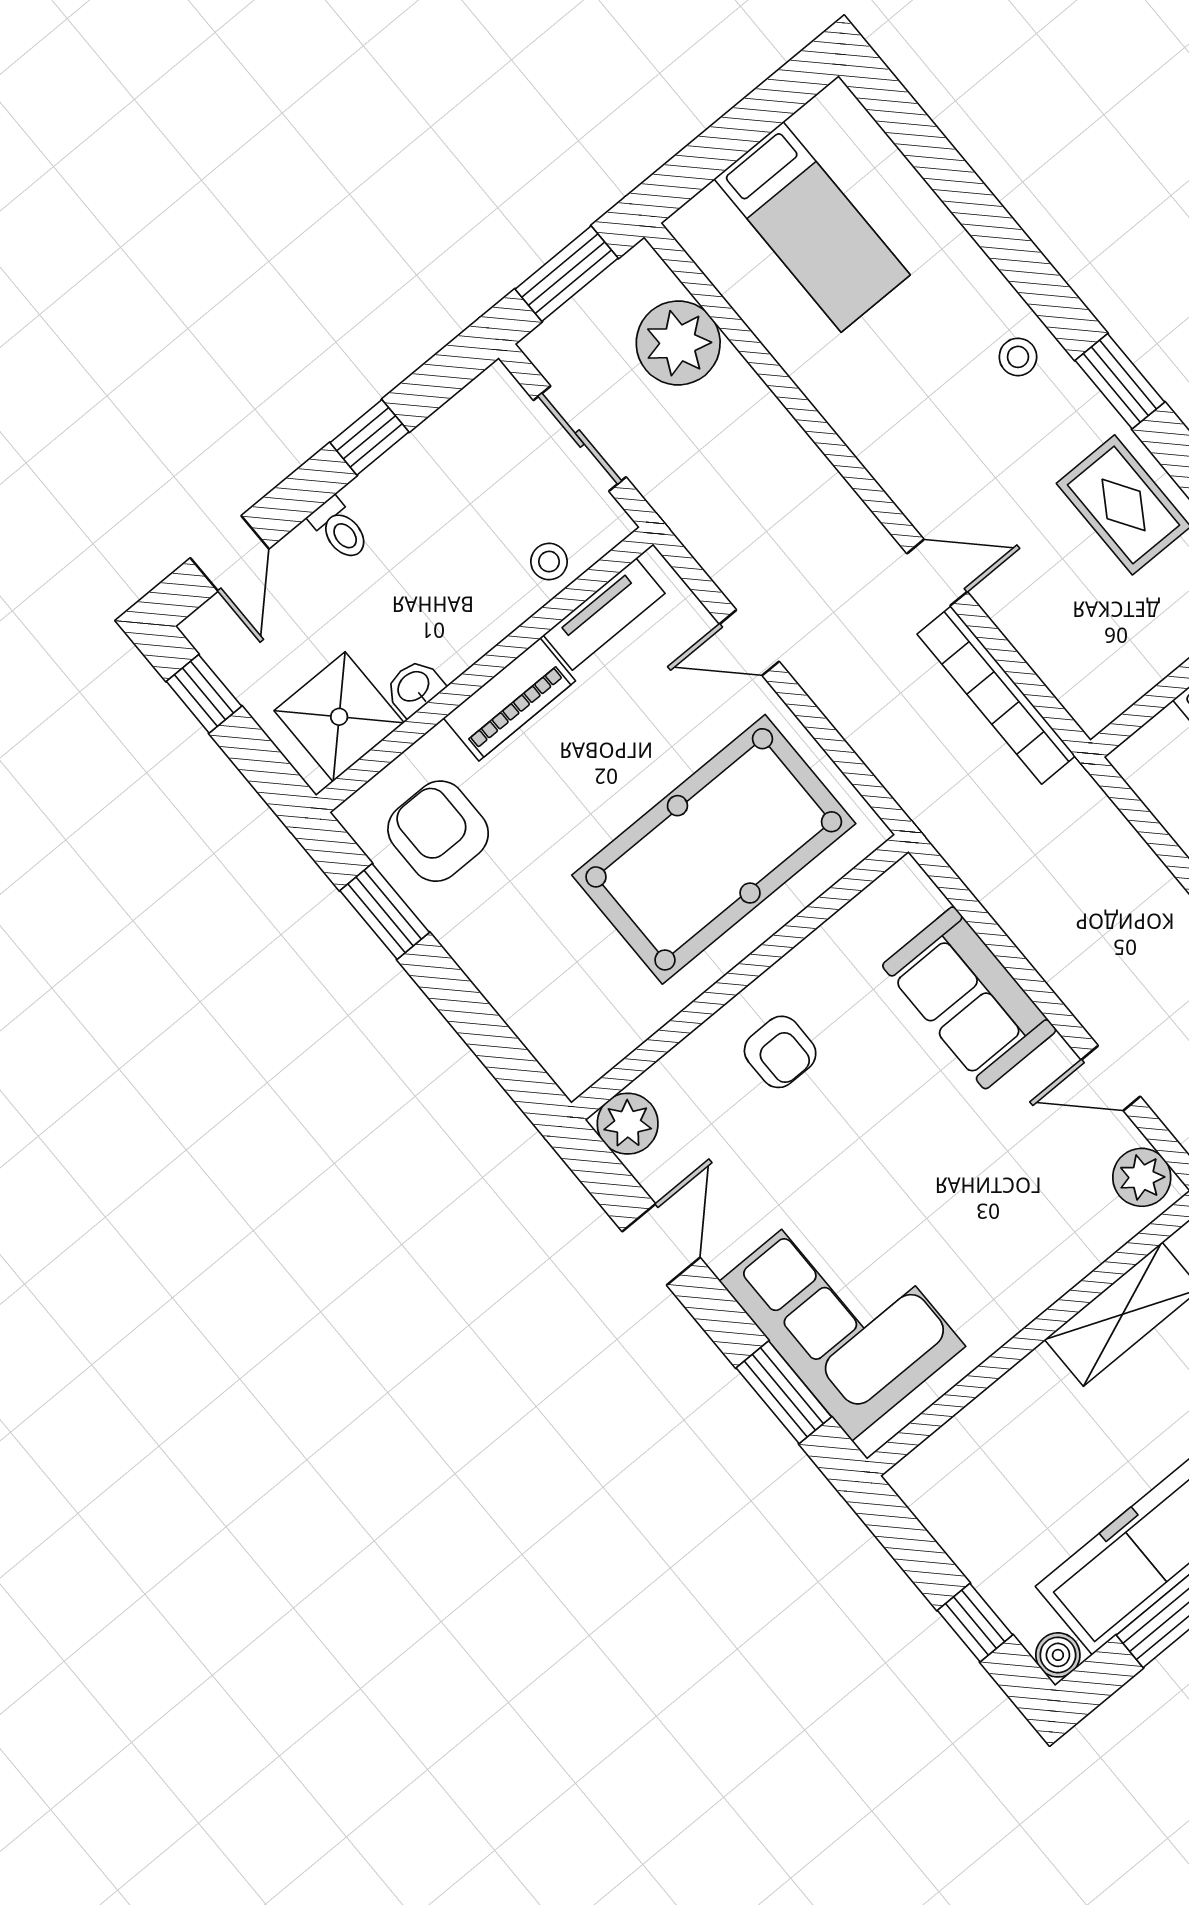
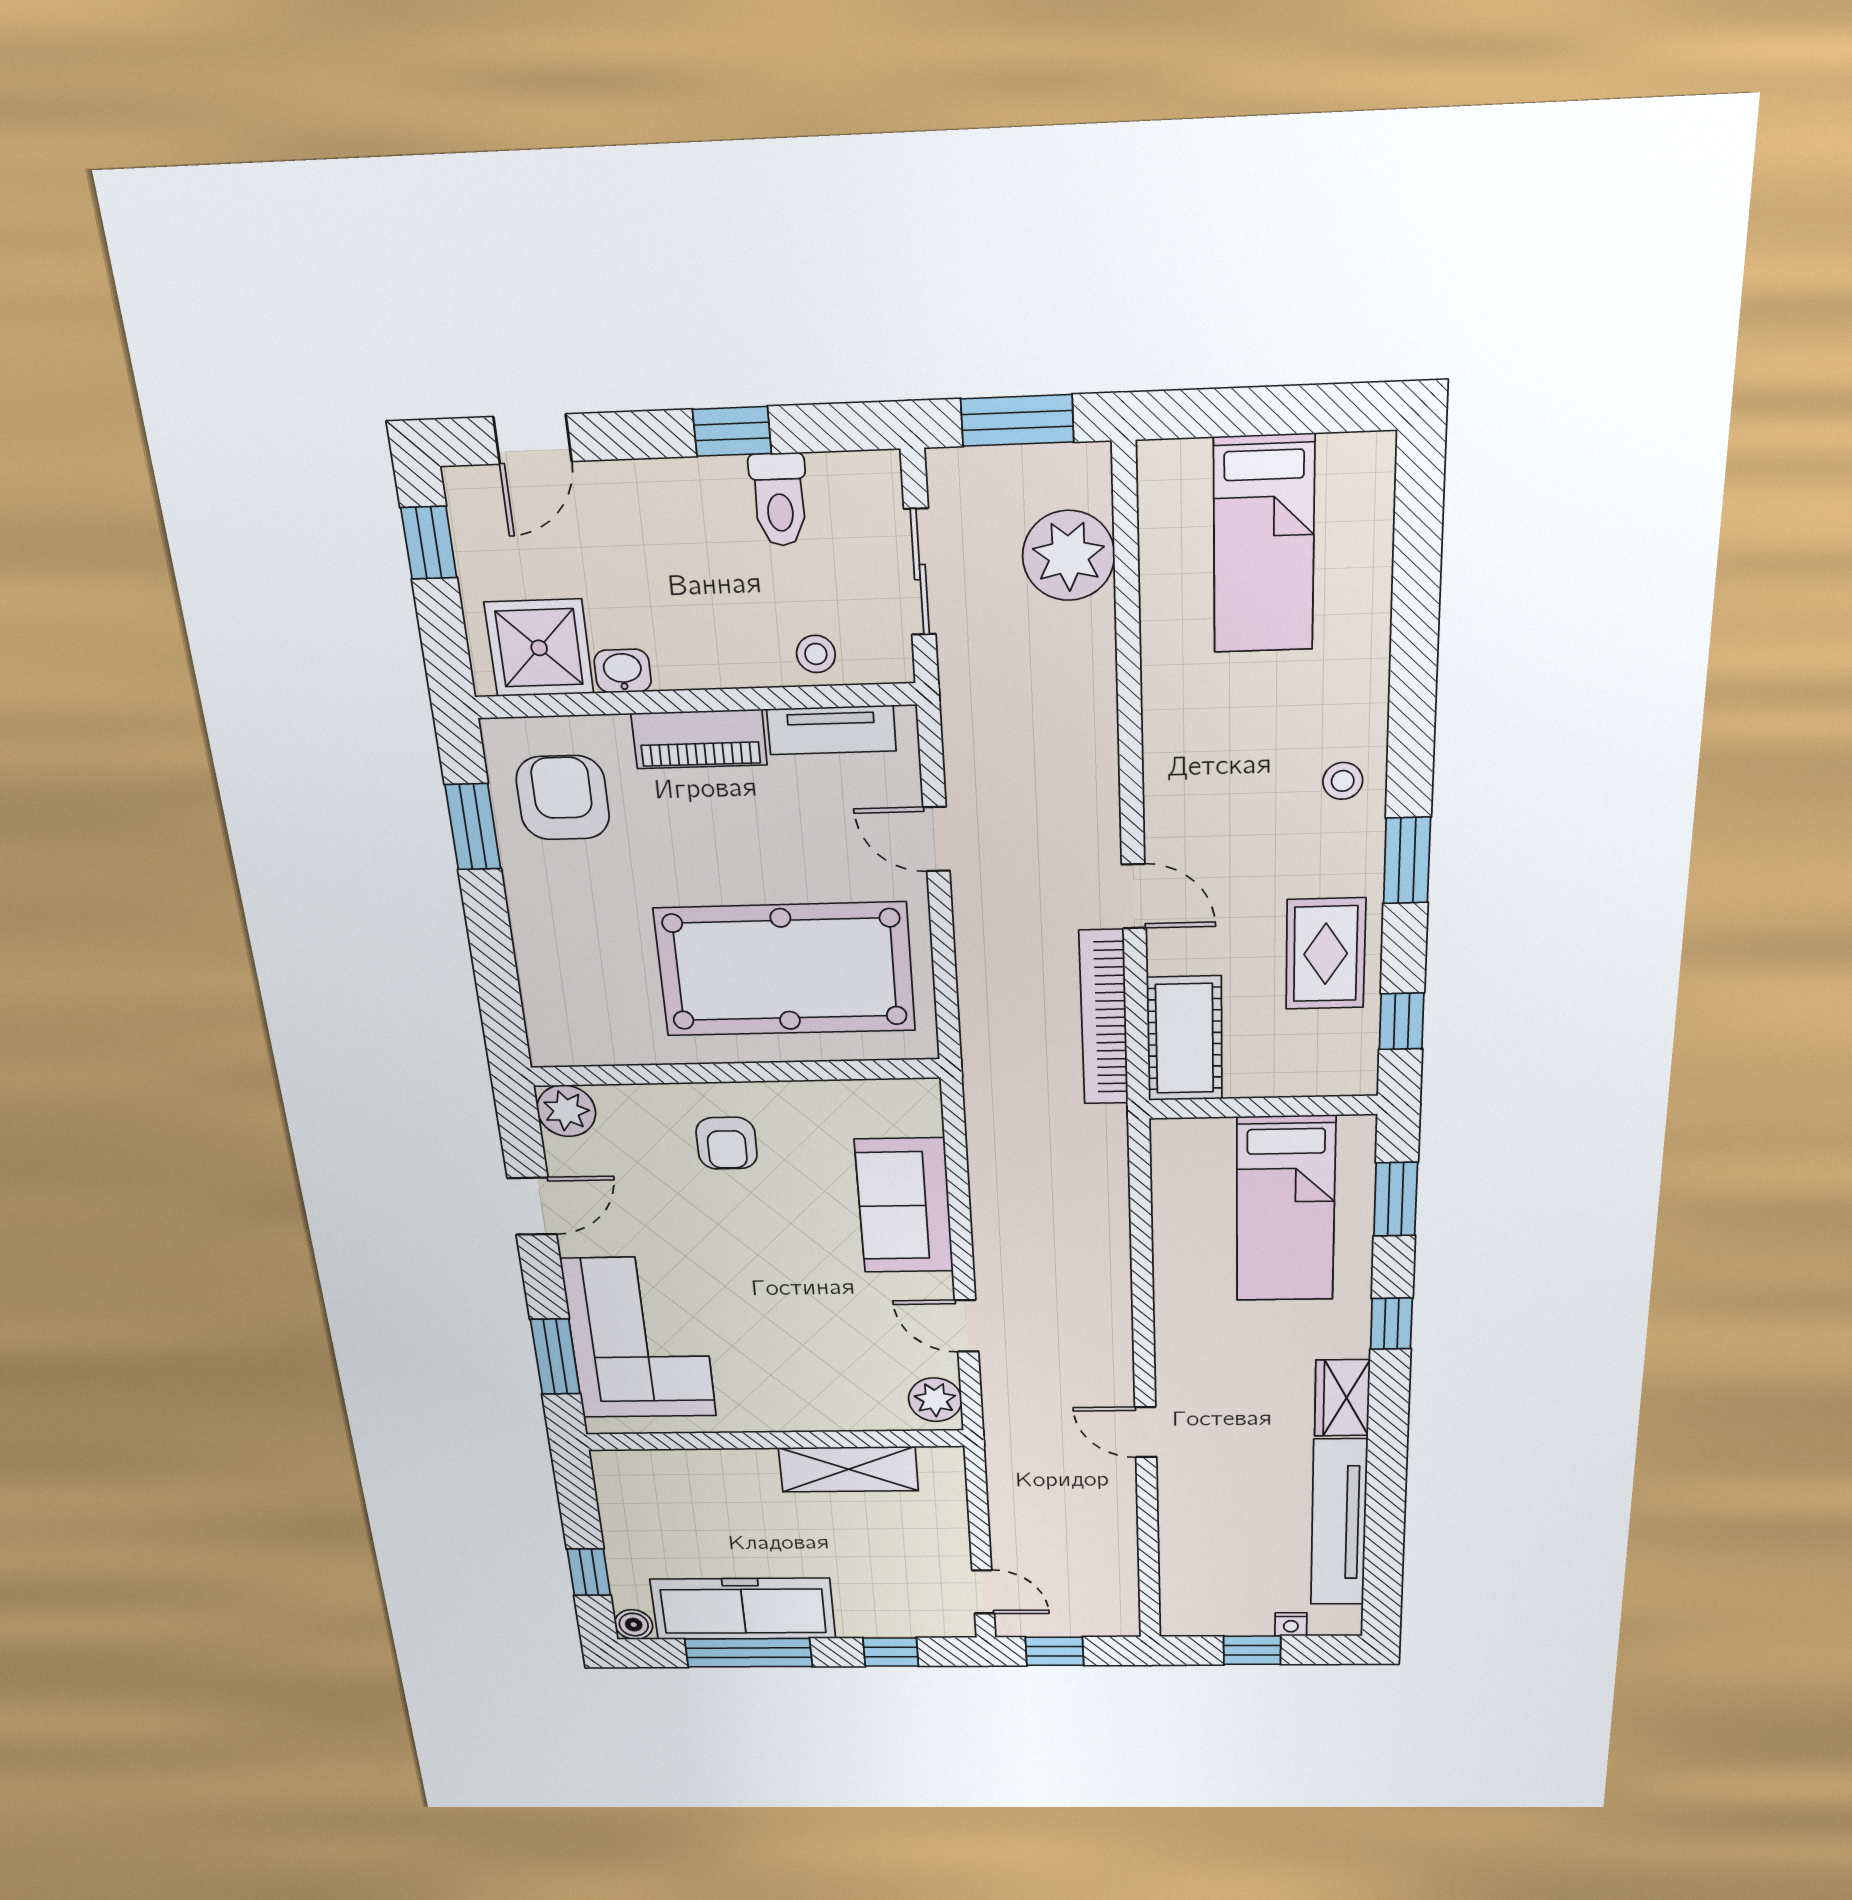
toilet: (340, 529) -> (779, 500), moved, width x1.37, depth x1.39
cot: (1074, 664) -> (1185, 1039), added

